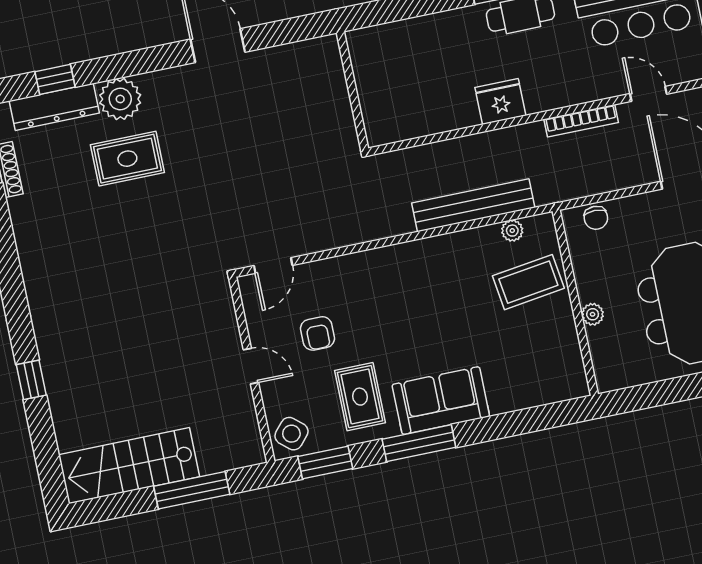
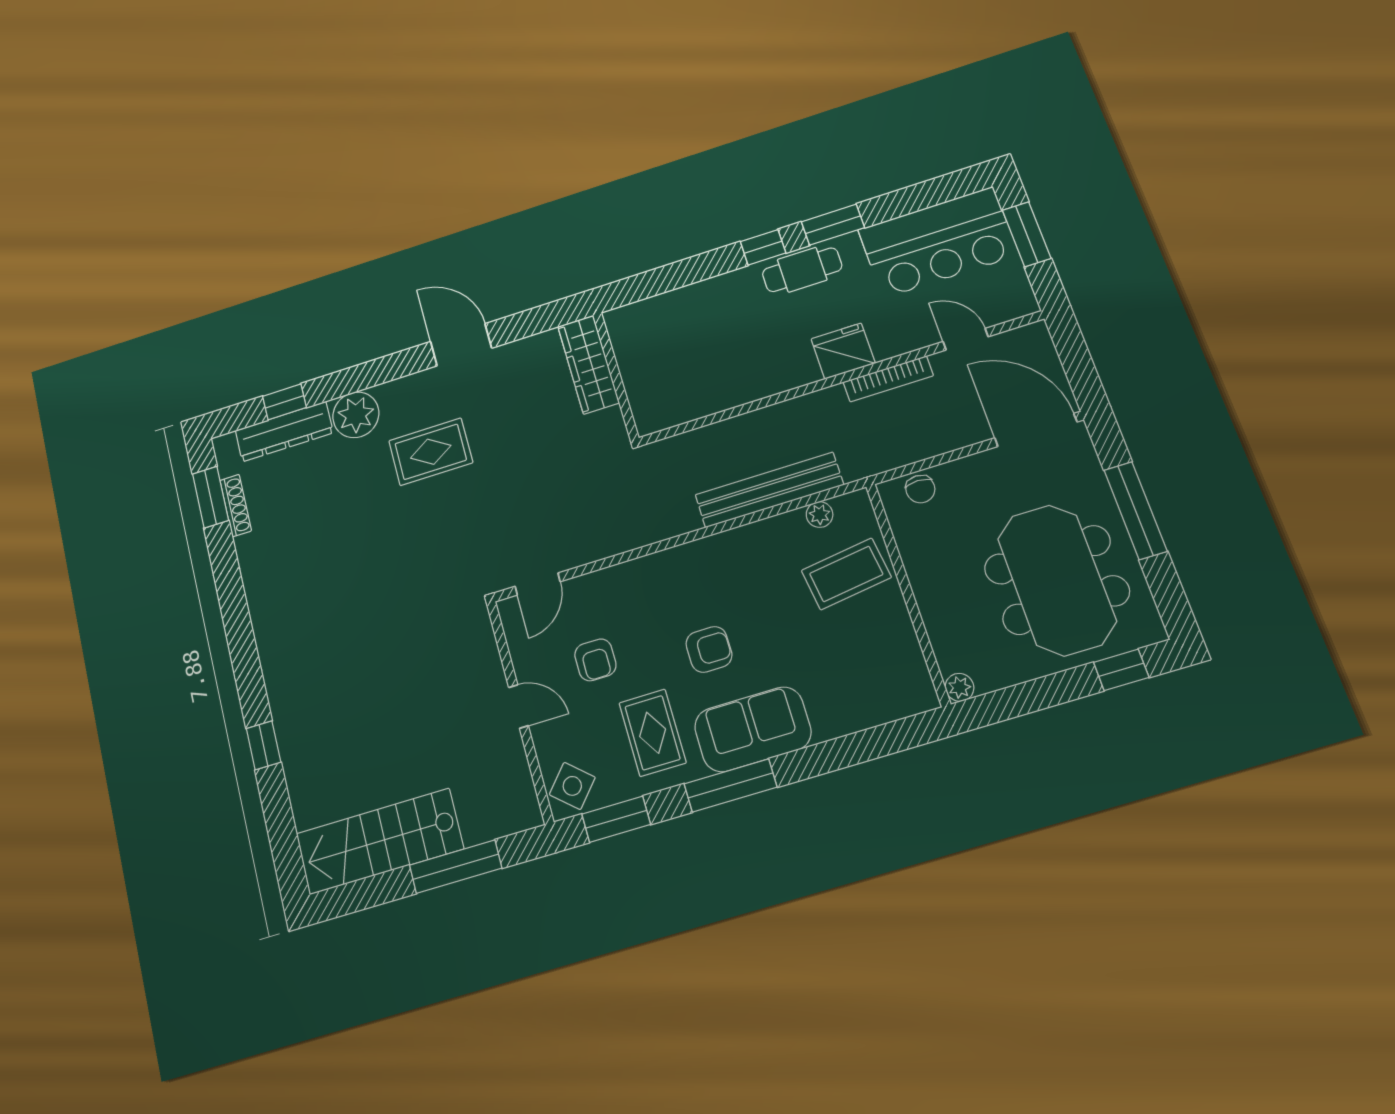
wardrobe: (329, 77) -> (588, 364), added
fridge: (500, 102) -> (843, 351), moved
rug: (127, 159) -> (431, 452), moved
plant: (593, 314) -> (960, 687), moved
armchair: (412, 333) -> (709, 649), added

